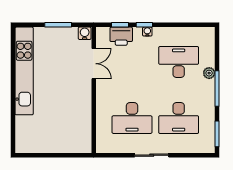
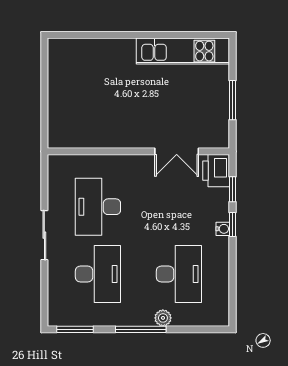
water cooler: (85, 33) -> (220, 138), removed
printer: (121, 36) -> (216, 171), moved
kitchen unit: (24, 71) -> (183, 51), width x0.73
desk: (179, 118) -> (98, 274), turned 180

